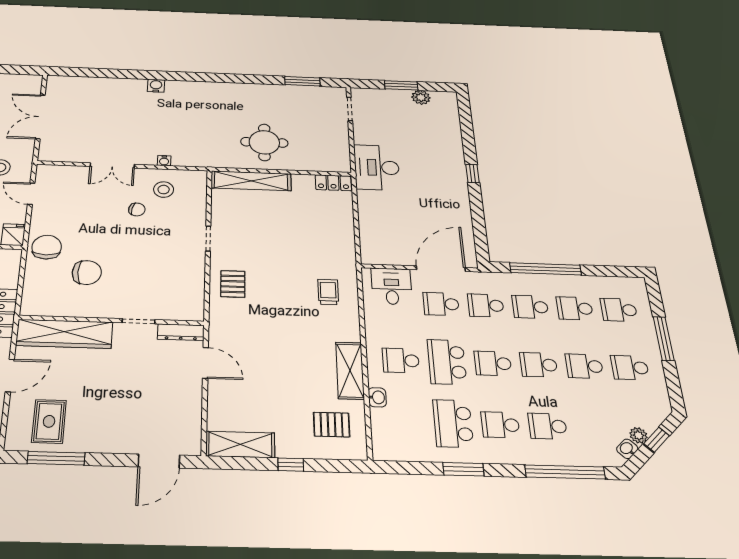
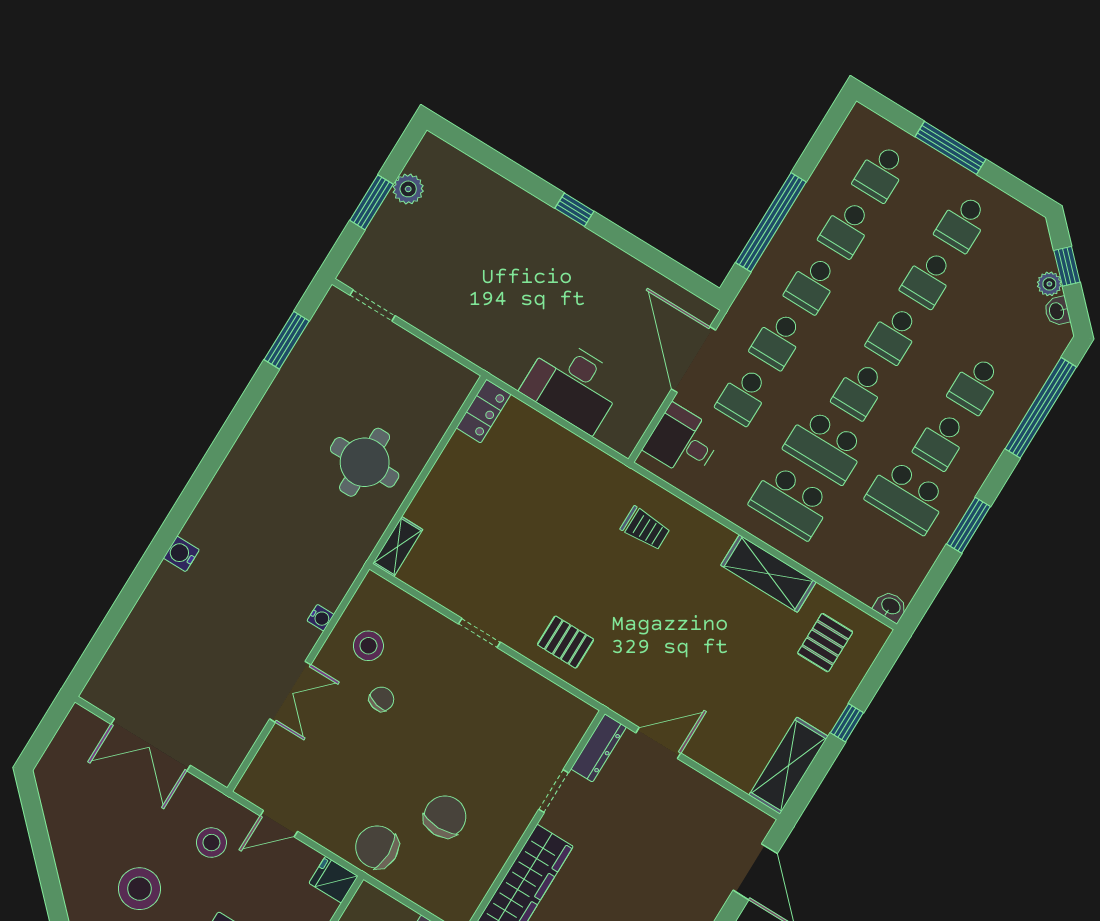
desk: (377, 167) -> (573, 385), moved
shelving: (251, 181) -> (398, 547), width x0.45, depth x0.75
trolley: (328, 292) -> (645, 528), turned 180
school desk: (401, 361) -> (791, 502), width x1.85
washbasin: (377, 397) -> (891, 606), moved

